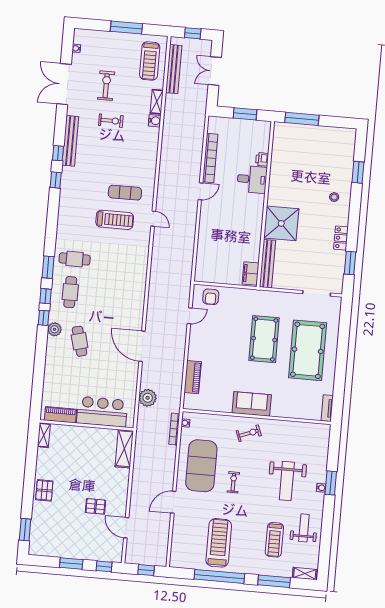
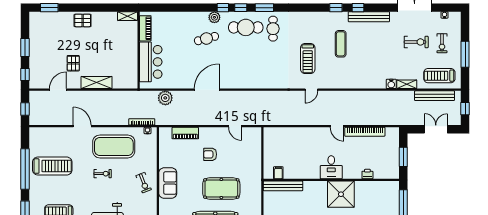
exercise bike: (111, 121) -> (442, 43), moved
desk: (252, 179) -> (331, 167), moved
exercise mat: (125, 193) -> (341, 44), moved
shower: (281, 223) -> (341, 194), moved
filing cabinet: (251, 274) -> (278, 173), width x0.50
cafe table: (70, 292) -> (246, 27), width x1.37, depth x1.35
armchair: (211, 297) -> (210, 154), moved
shelving: (124, 449) -> (97, 83), moved

